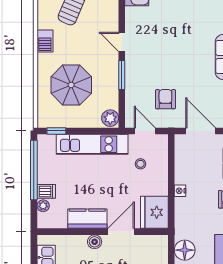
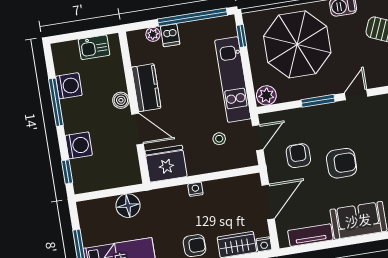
armchair: (178, 64) -> (342, 163), added
parasol: (71, 85) -> (297, 44), width x1.36, depth x1.36
armchair: (165, 99) -> (298, 156), turned -90

